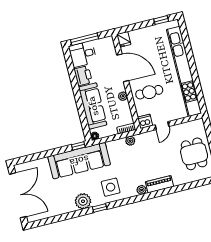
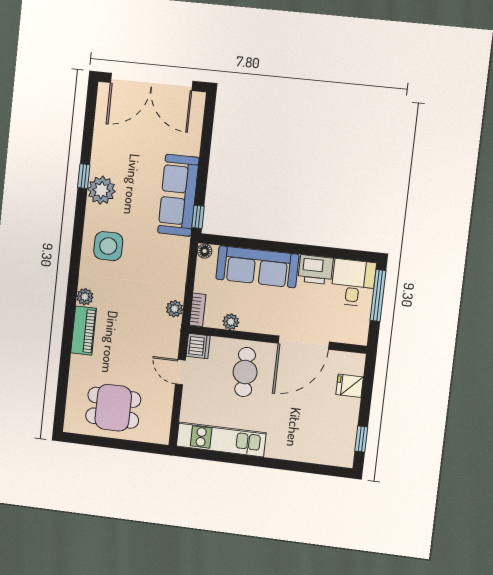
fridge: (124, 39) -> (350, 386), moved
kitchen unit: (184, 71) -> (221, 439), width x0.54
plant: (123, 96) -> (231, 322), moved
sofa: (79, 161) -> (178, 195), width x0.74, depth x0.79
window: (100, 208) -> (84, 176), moved

